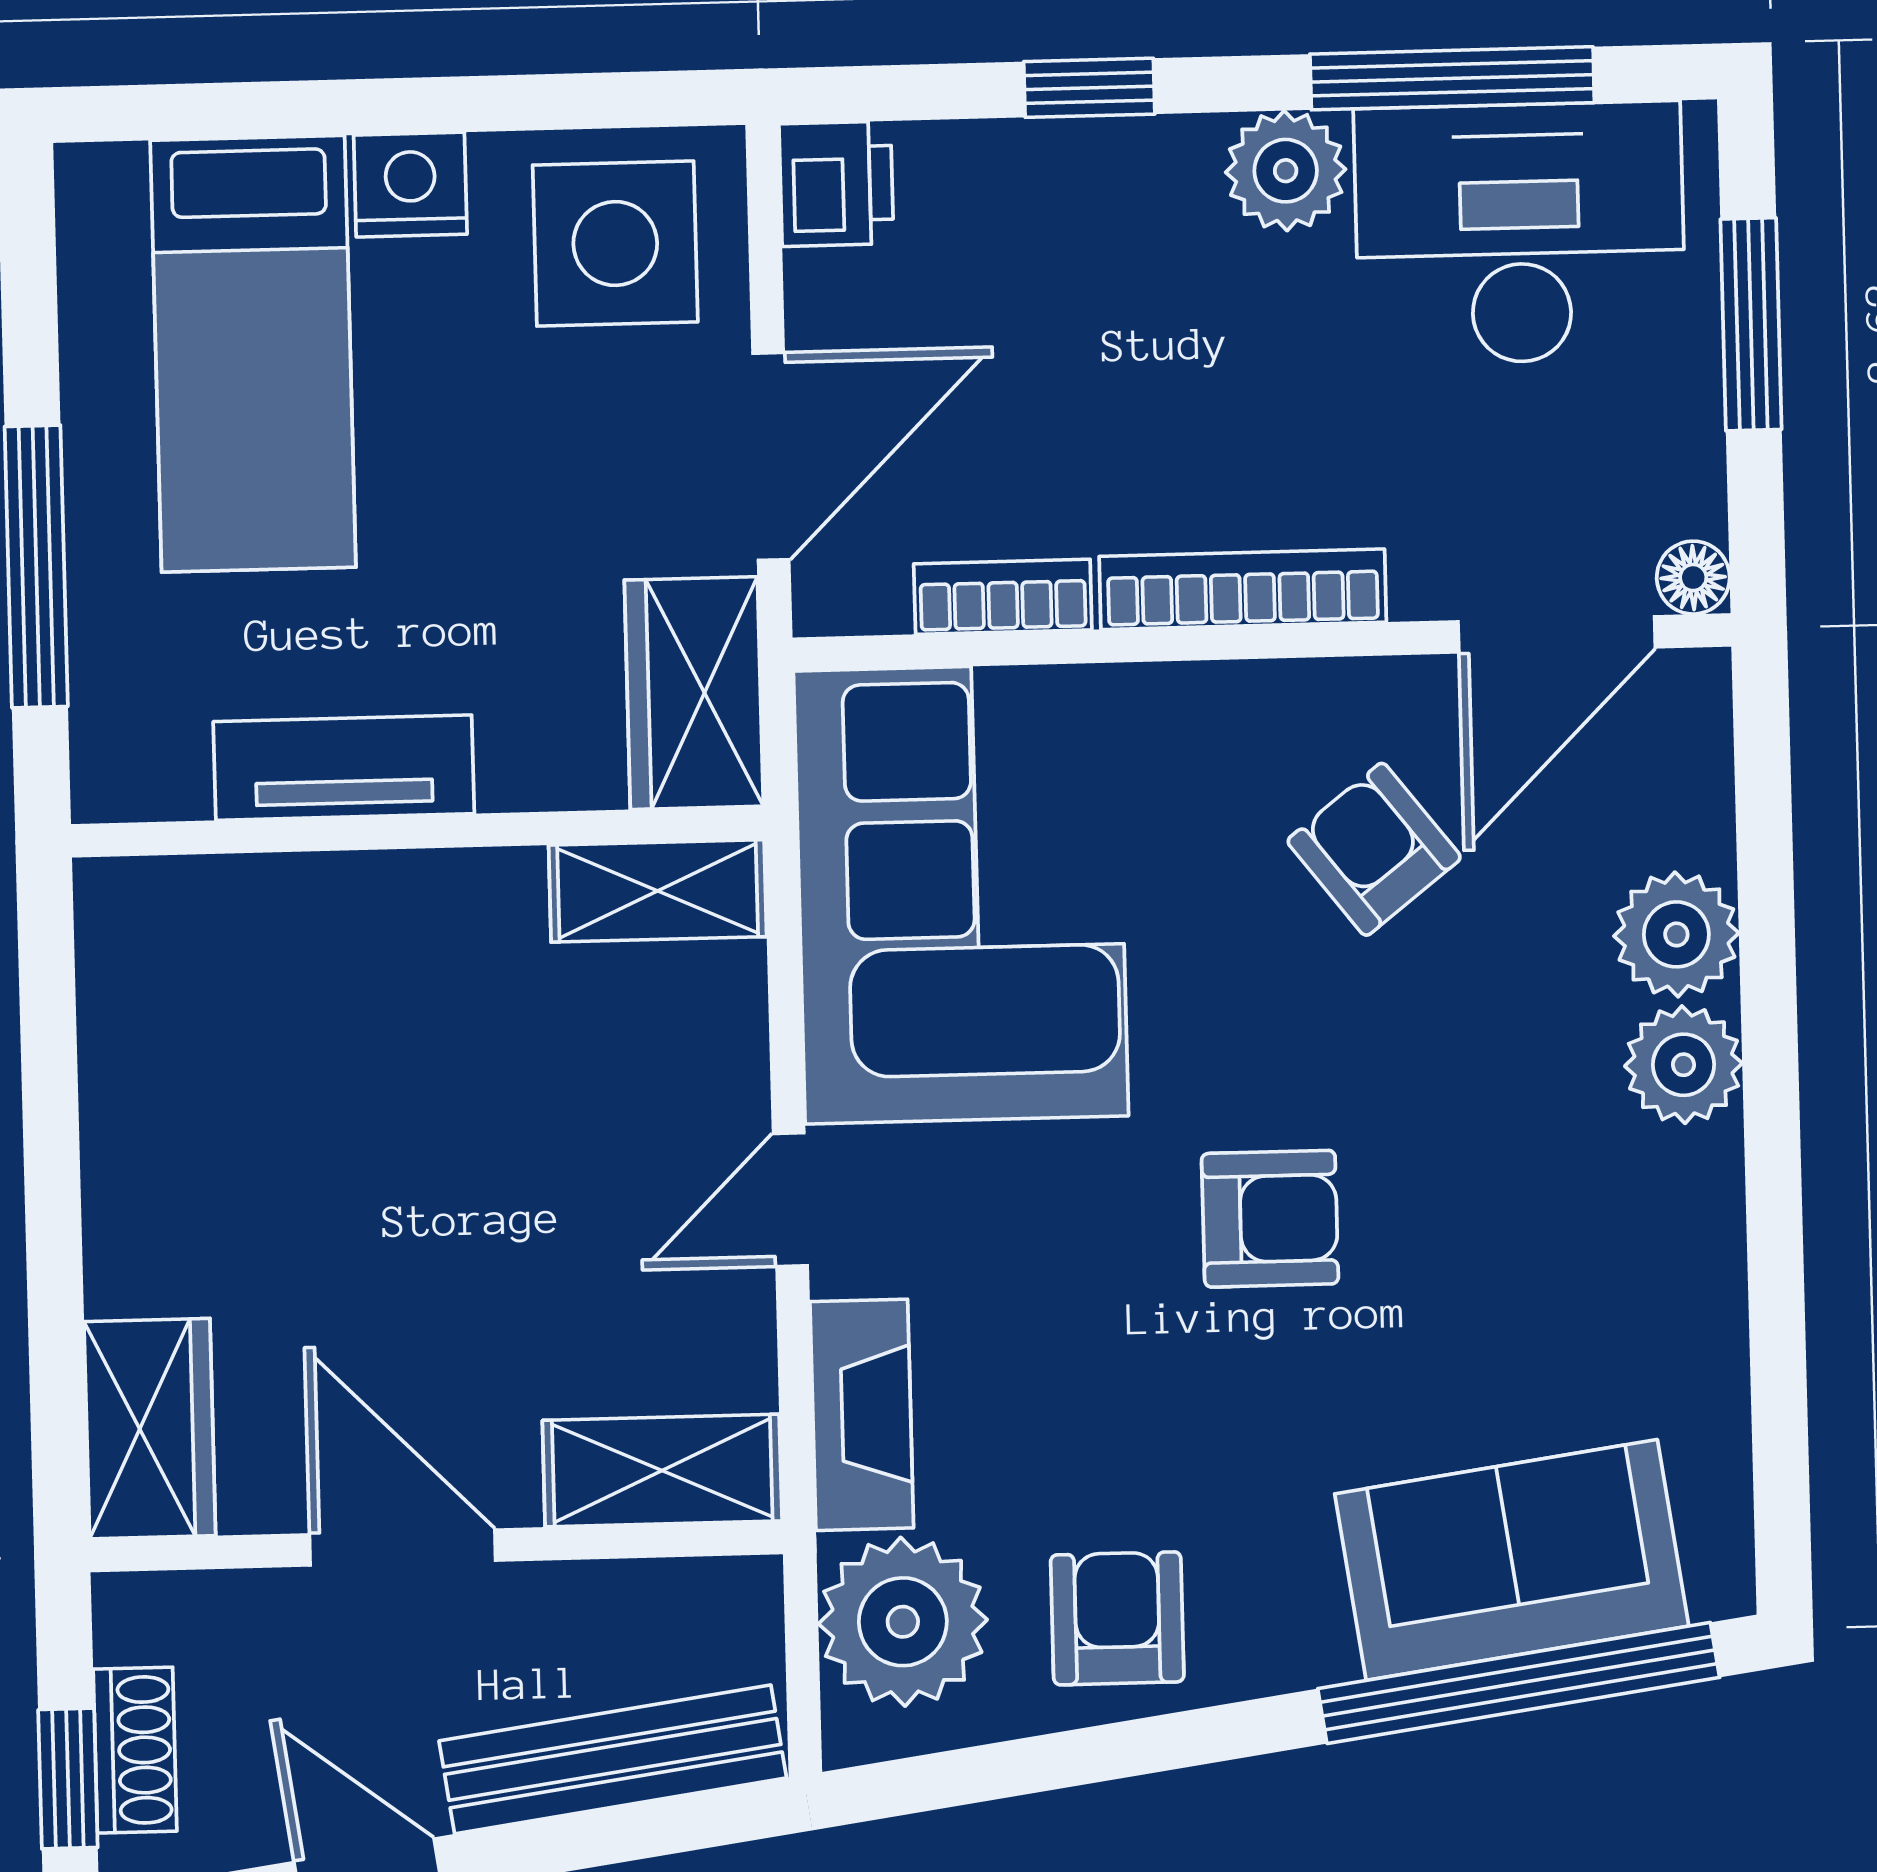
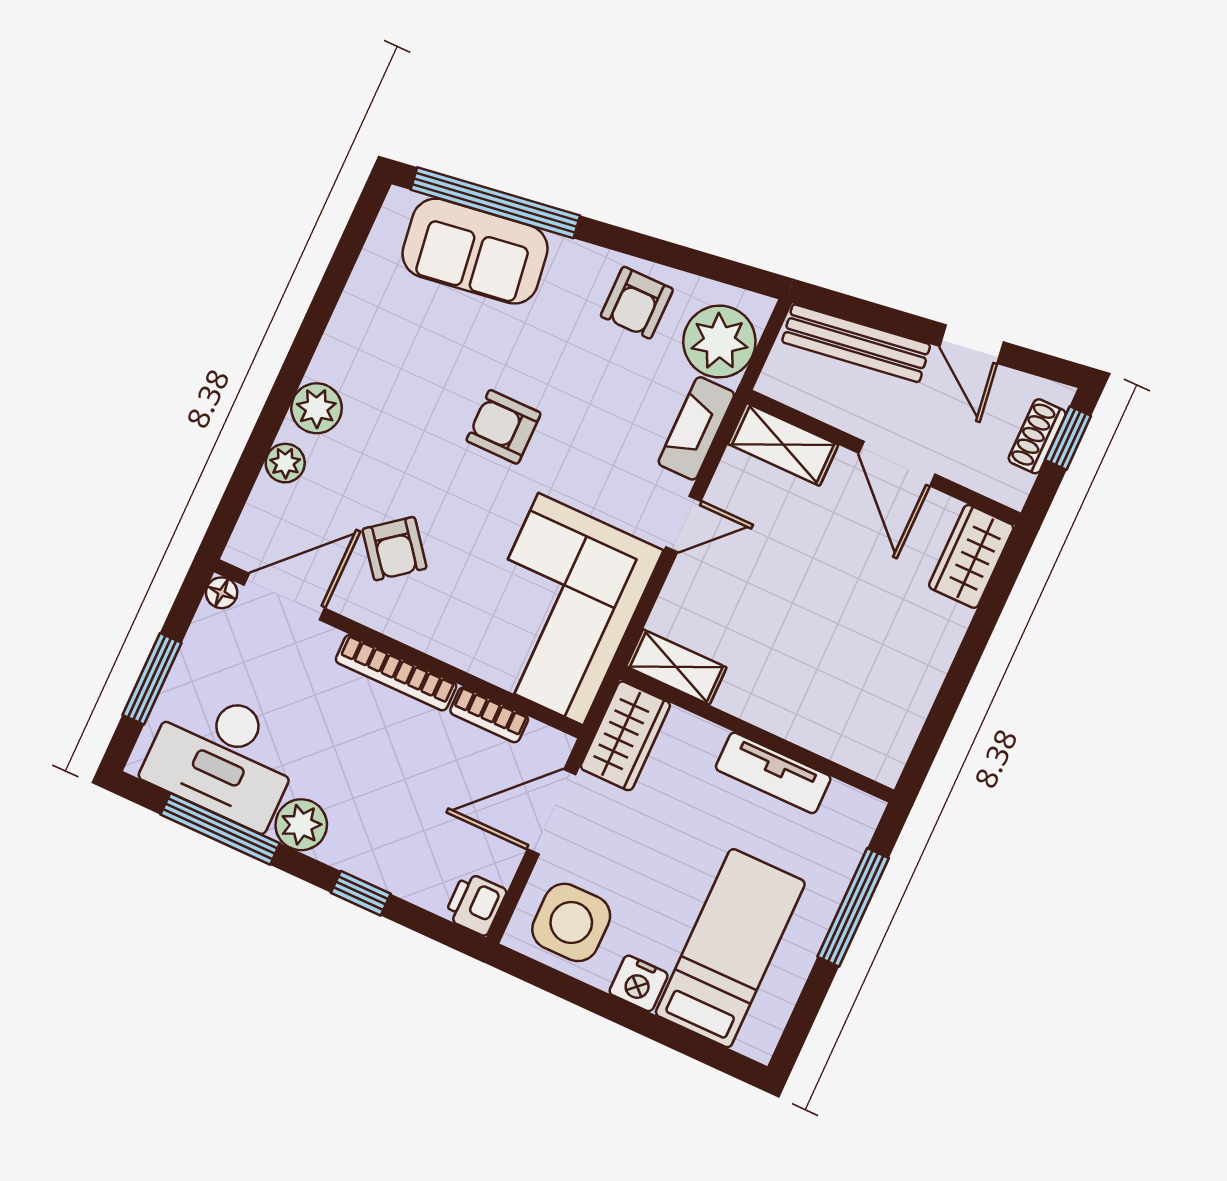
plant: (1676, 934) -> (285, 463), width x0.73, depth x0.73

